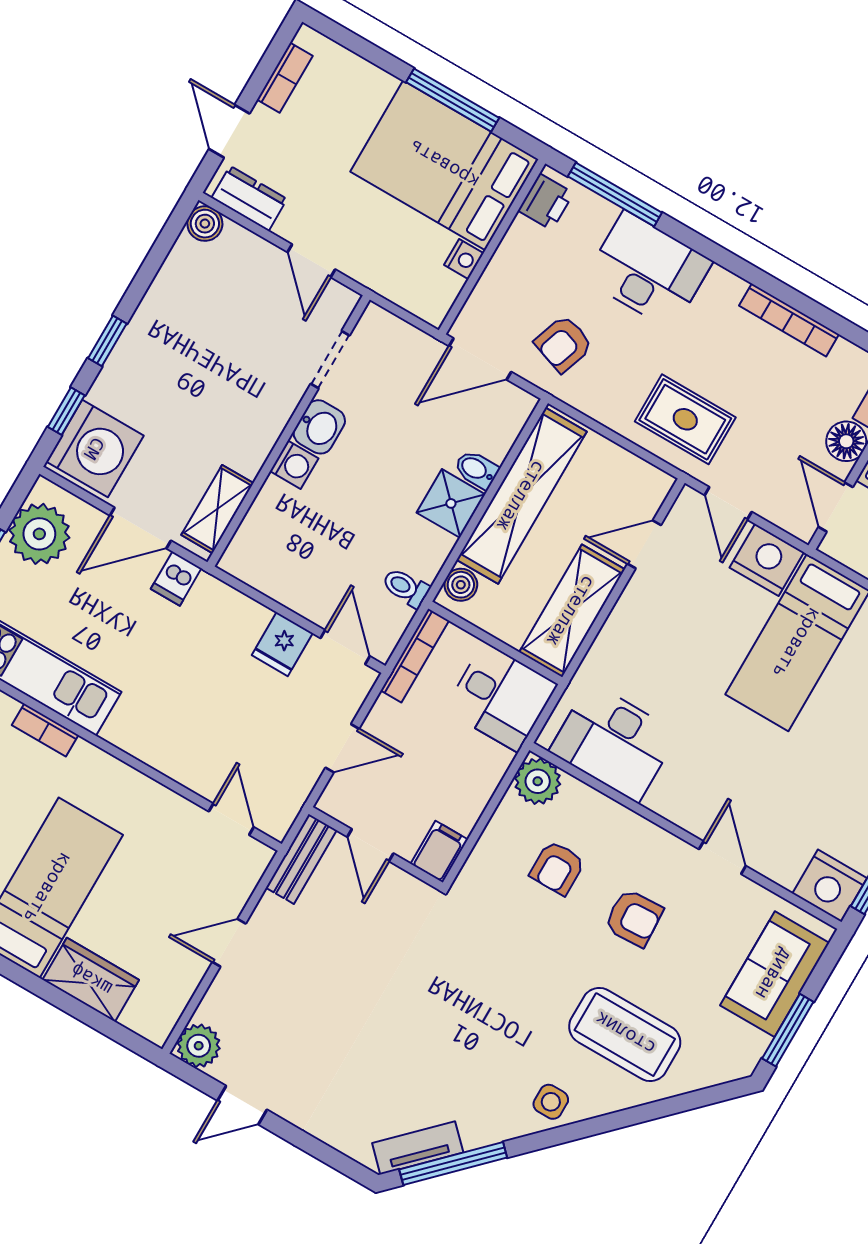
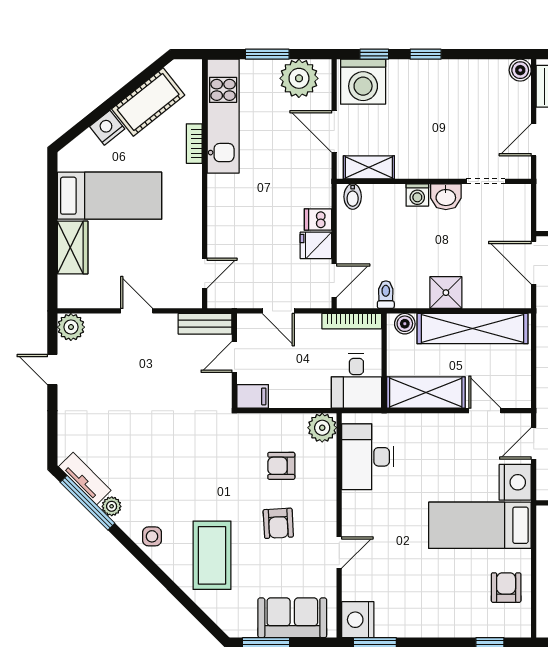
bidet: (476, 469) -> (353, 197), moved, turned 180
dishwasher: (176, 579) -> (318, 220), moved
plant: (477, 1133) -> (112, 506), added

